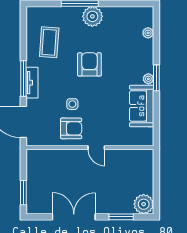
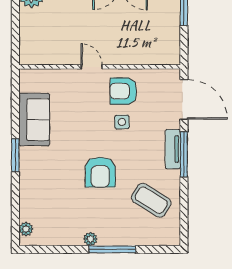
plant: (92, 16) -> (90, 239), width x0.53, depth x0.53
plant: (148, 33) -> (26, 229), moved
coffee table: (49, 42) -> (151, 200), turned -62
plant: (148, 79) -> (26, 154), removed

